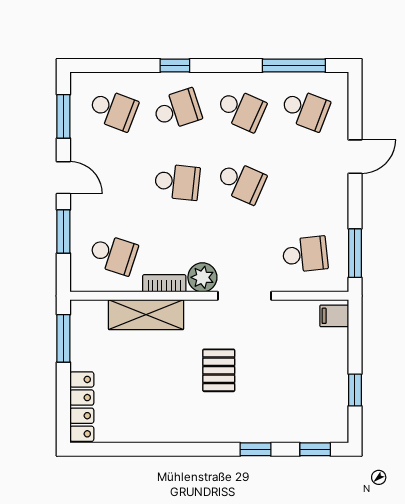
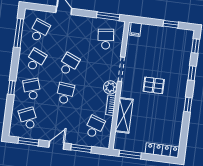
school desk: (113, 110) -> (28, 118), turned -45
window: (187, 449) -> (188, 105), added

